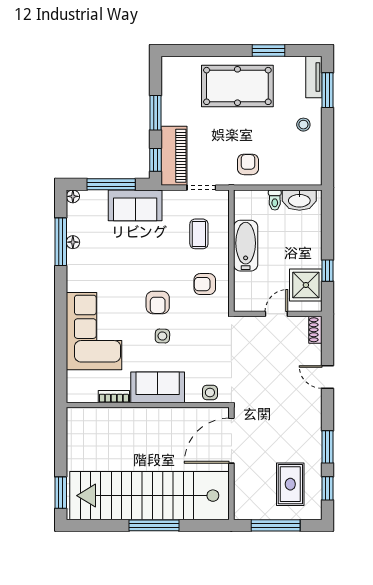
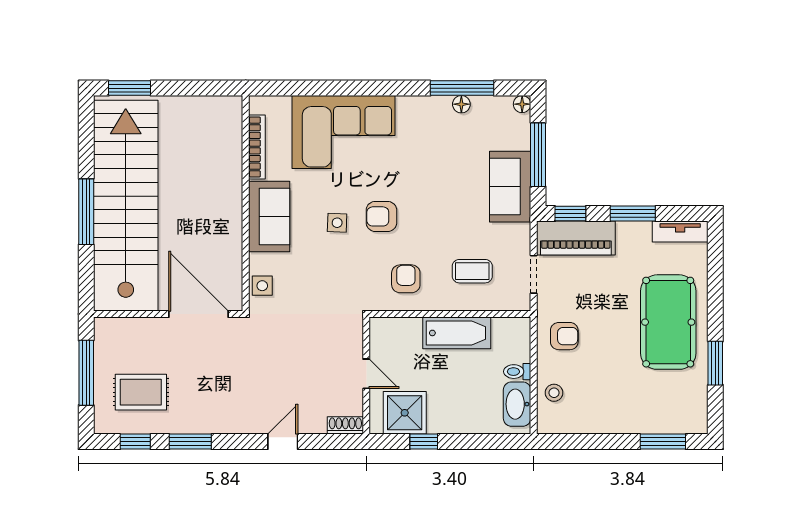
tv unit: (314, 77) -> (680, 232), moved, turned 180
stool: (303, 125) -> (554, 393), moved
bookcase: (114, 397) -> (257, 147), width x1.56

